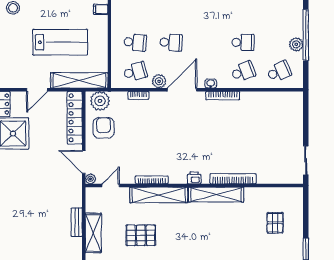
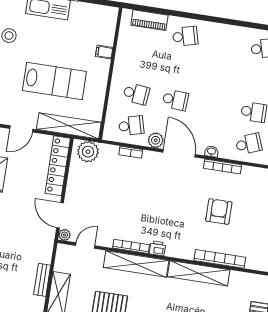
door: (182, 90) -> (179, 153), hinge flipped
armchair: (104, 128) -> (219, 211), moved
printer: (194, 178) -> (157, 248), moved

